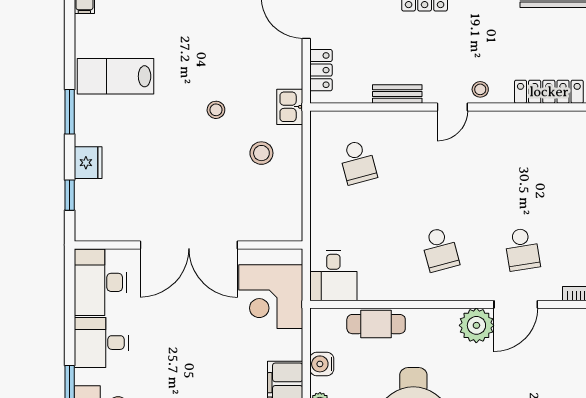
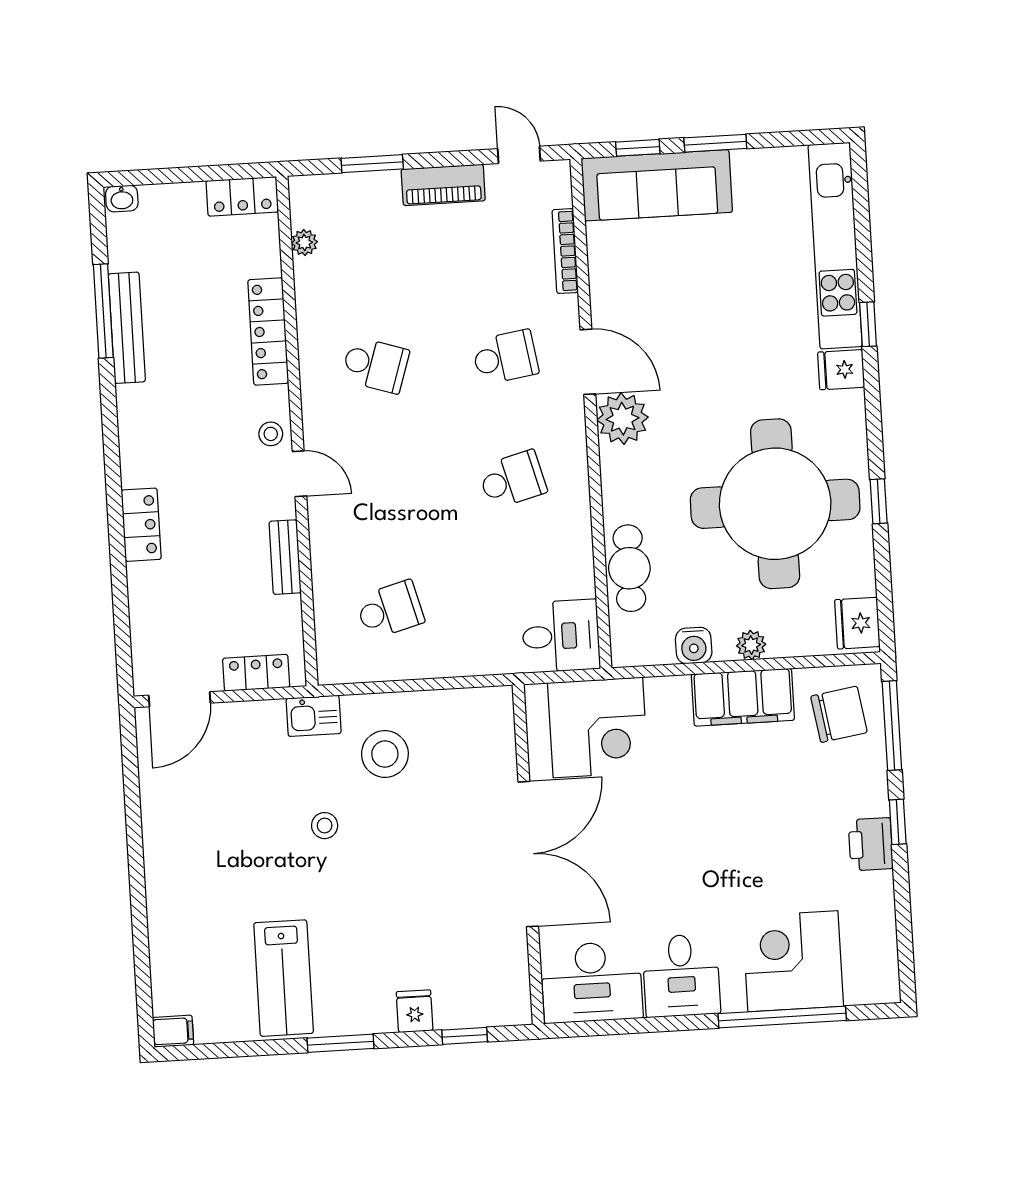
stool: (261, 153) -> (385, 754), width x1.38, depth x1.38
school desk: (522, 162) -> (375, 365), added
fridge: (88, 163) -> (415, 1011), width x0.72

